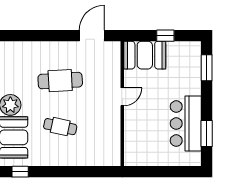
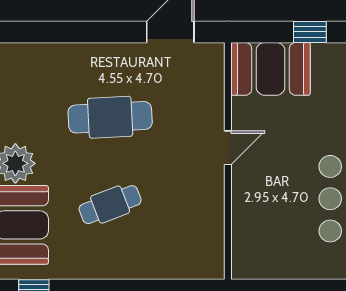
cafe table: (60, 127) -> (110, 205), turned -33

